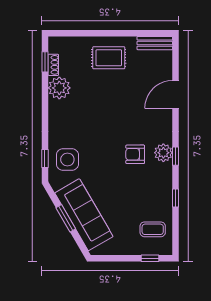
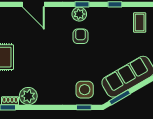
armchair: (135, 154) -> (81, 36), turned 180
window: (66, 218) -> (120, 97), moved

